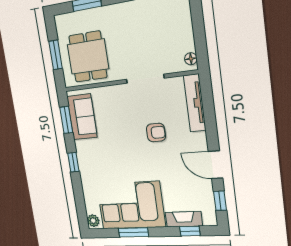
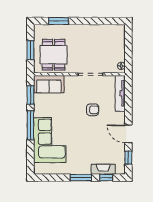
sofa: (82, 117) -> (49, 84), moved, turned 90
window: (73, 162) -> (30, 125), width x2.17
corner sofa: (131, 205) -> (50, 140), moved, turned 90
plant: (93, 221) -> (38, 168), removed
window: (133, 232) -> (81, 178), moved

